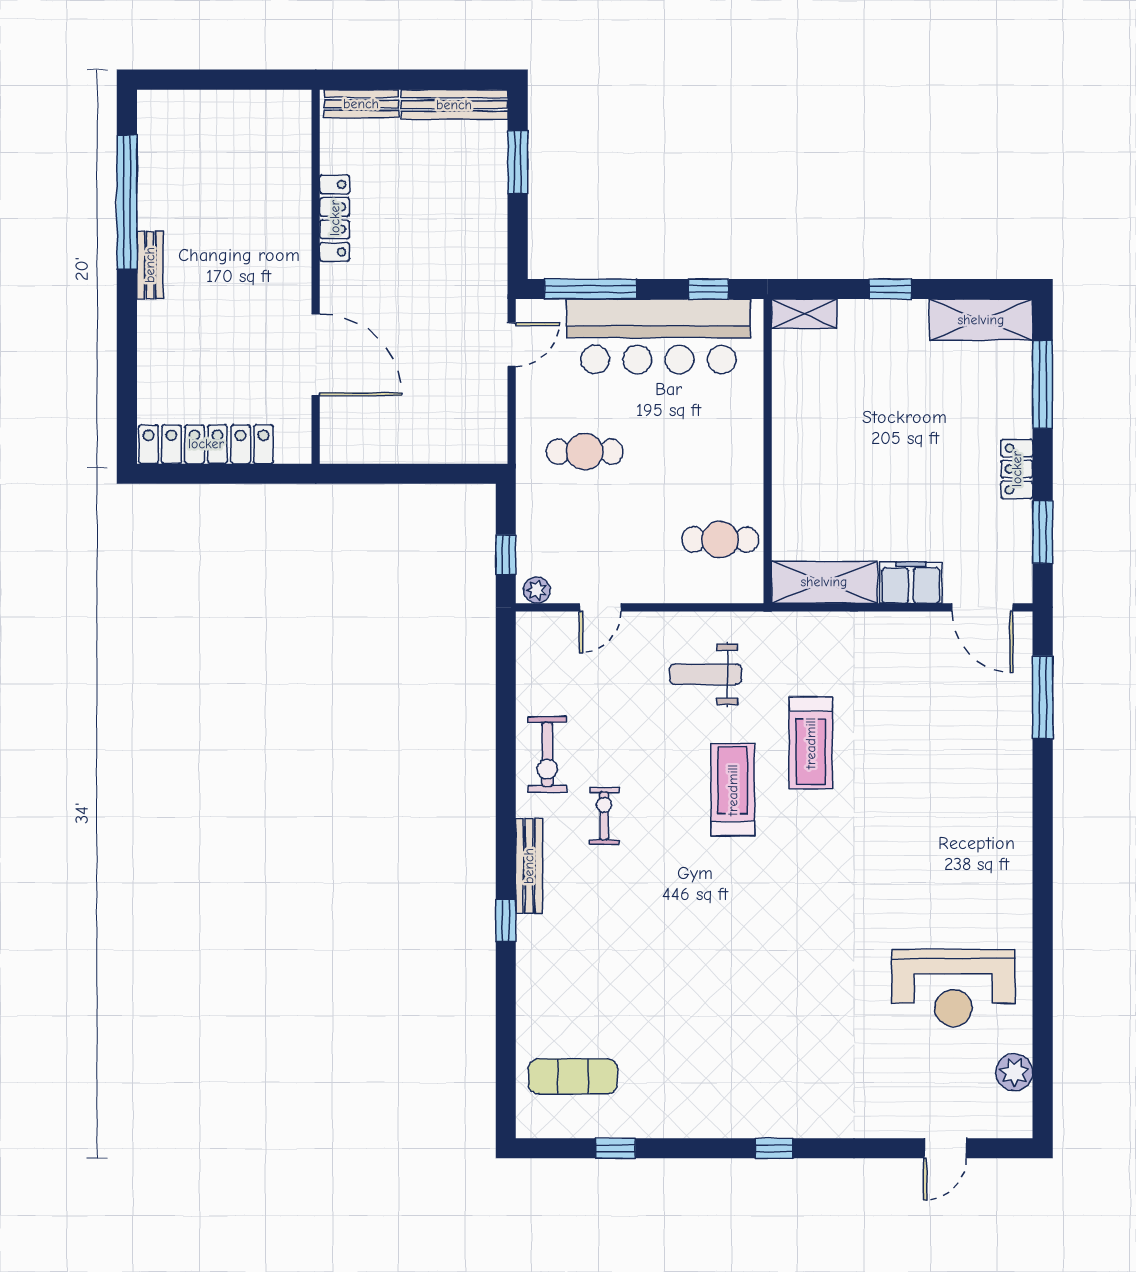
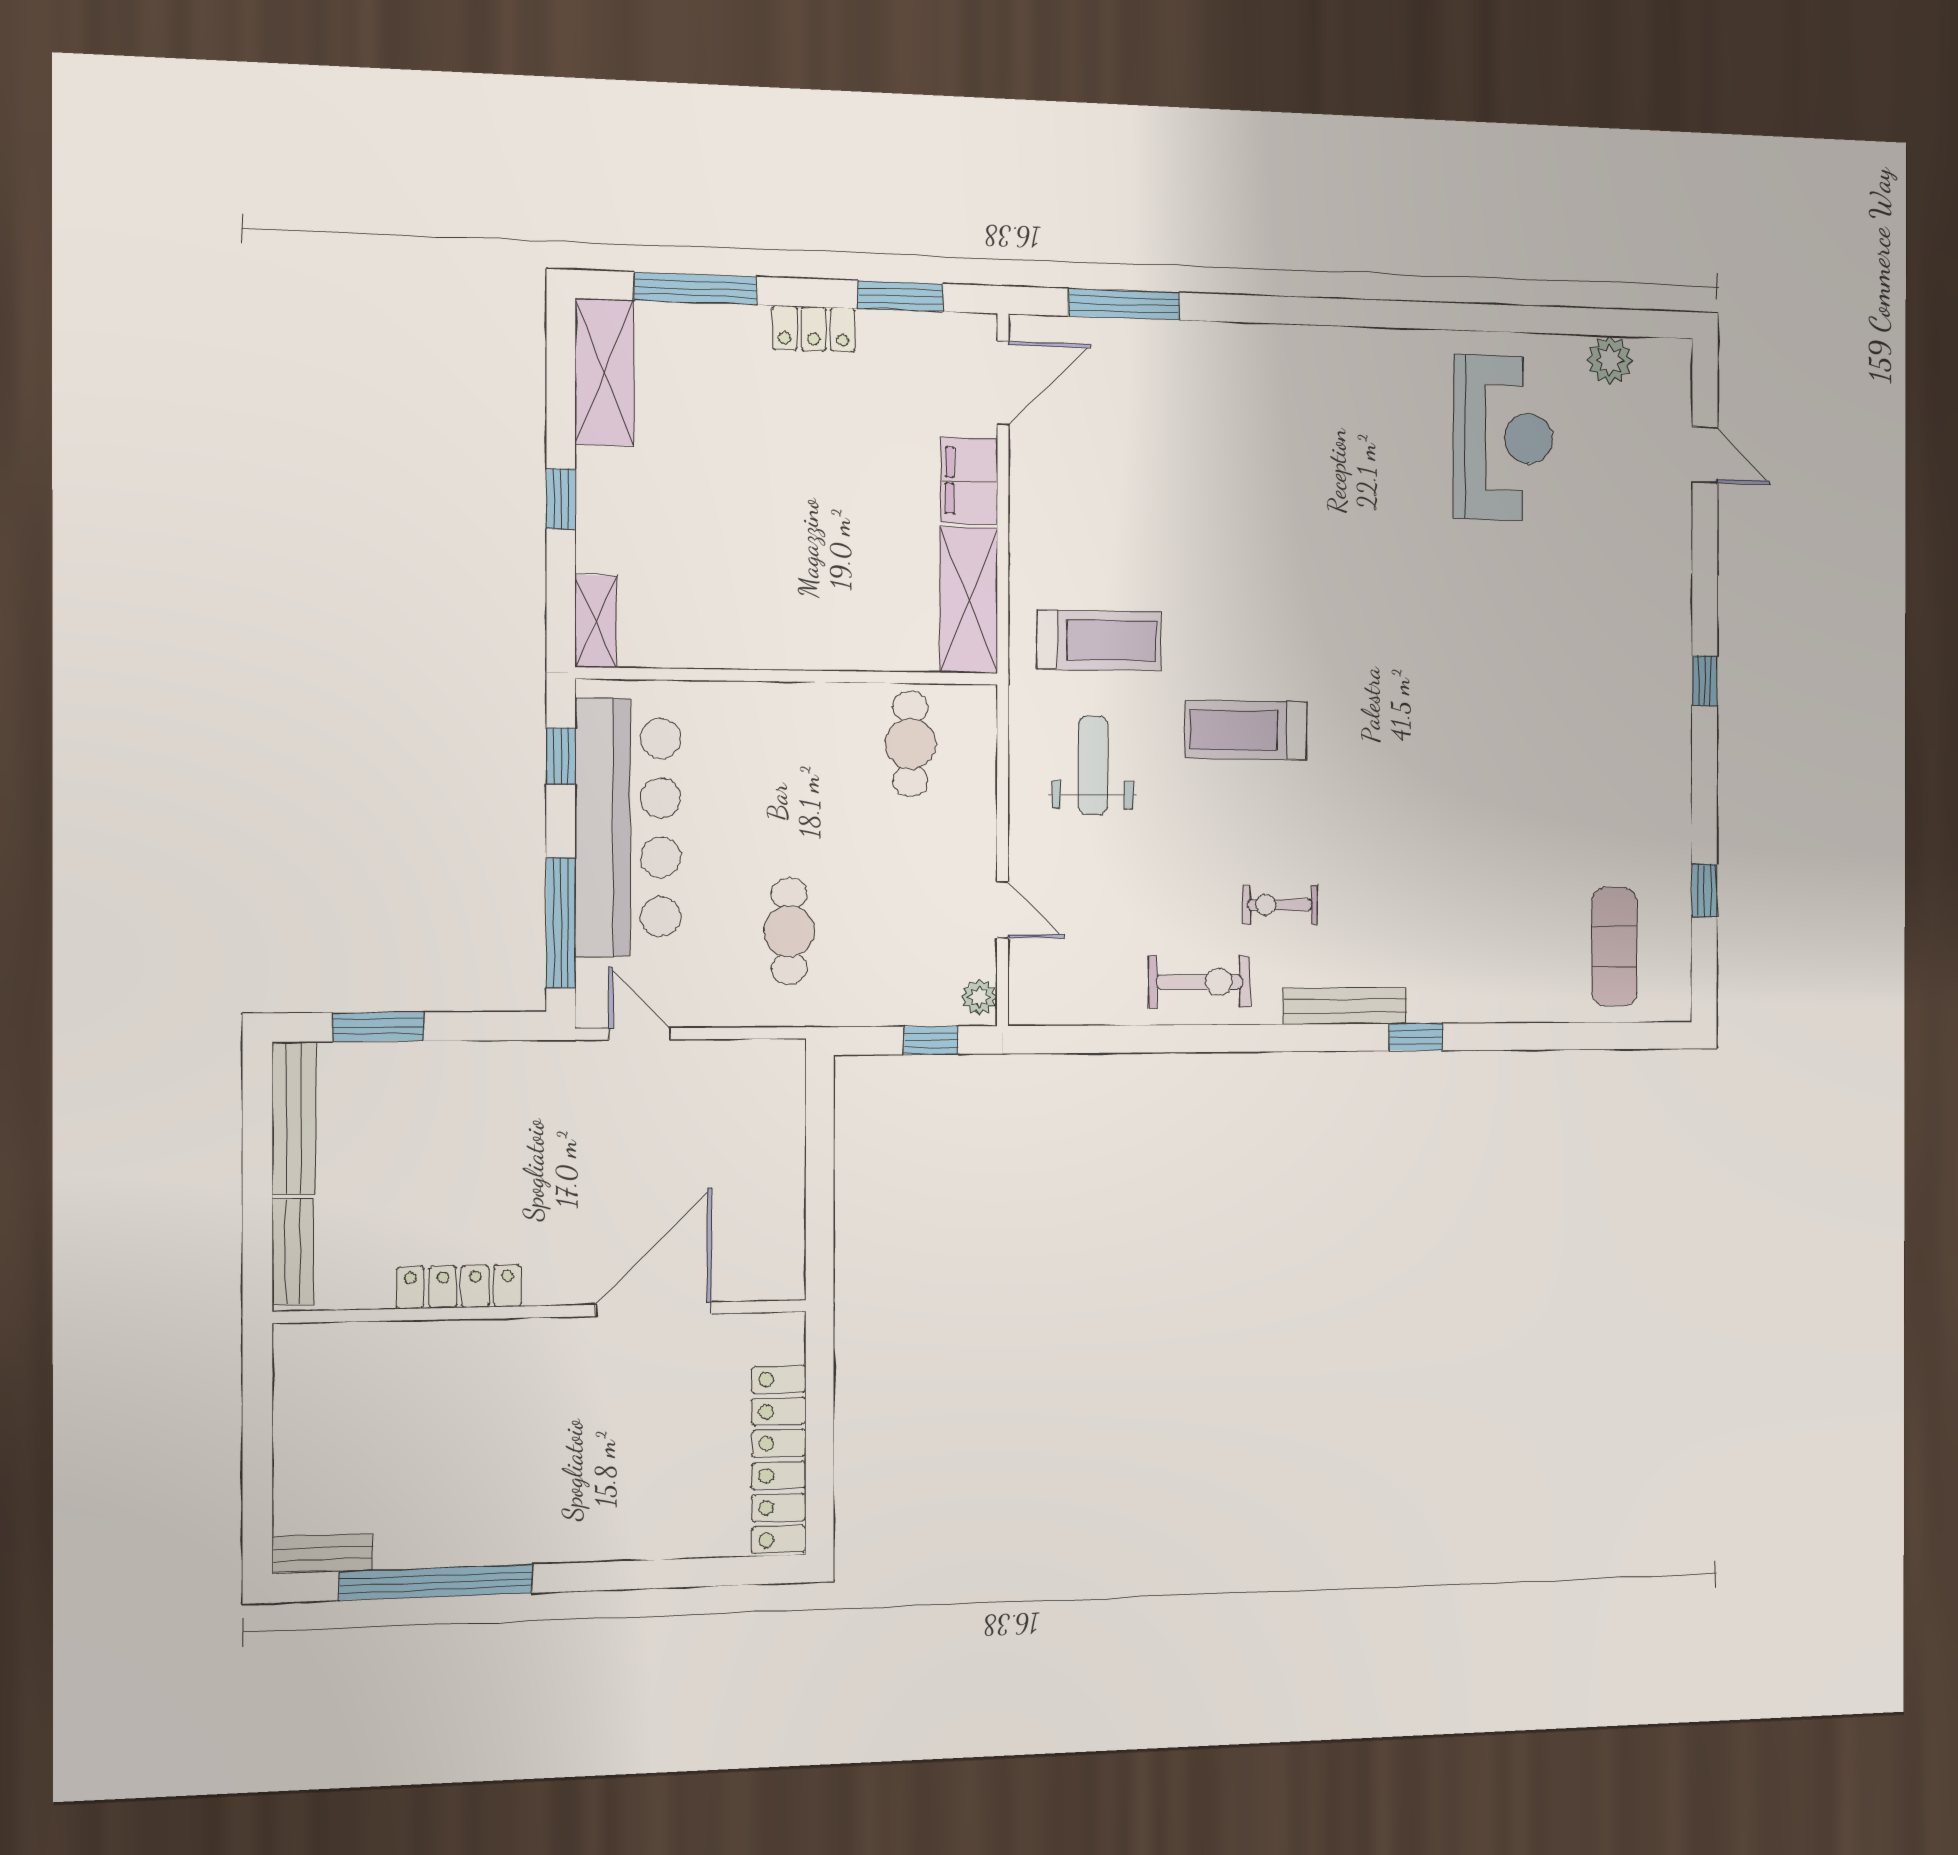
bench: (150, 265) -> (322, 1554), moved
weight bench: (706, 674) -> (1093, 765), turned 180
treadmill: (811, 743) -> (1099, 640), moved

